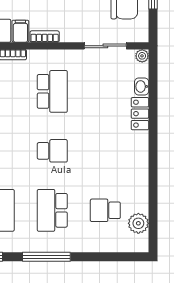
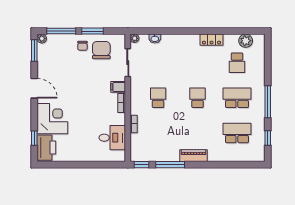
filing cabinet: (20, 31) -> (118, 87), moved
school desk: (52, 91) -> (158, 98), width x0.54
locker: (140, 114) -> (212, 40), moved
school desk: (52, 210) -> (237, 98), turned 180

